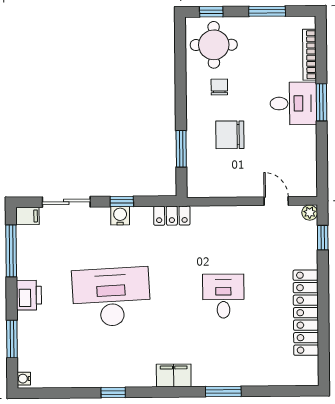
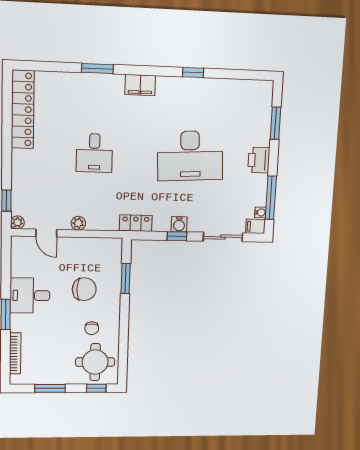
desk: (293, 103) -> (30, 295), moved
plant: (239, 214) -> (78, 223), added
locker: (306, 313) -> (23, 109), moved
water cooler: (24, 379) -> (260, 212), moved

